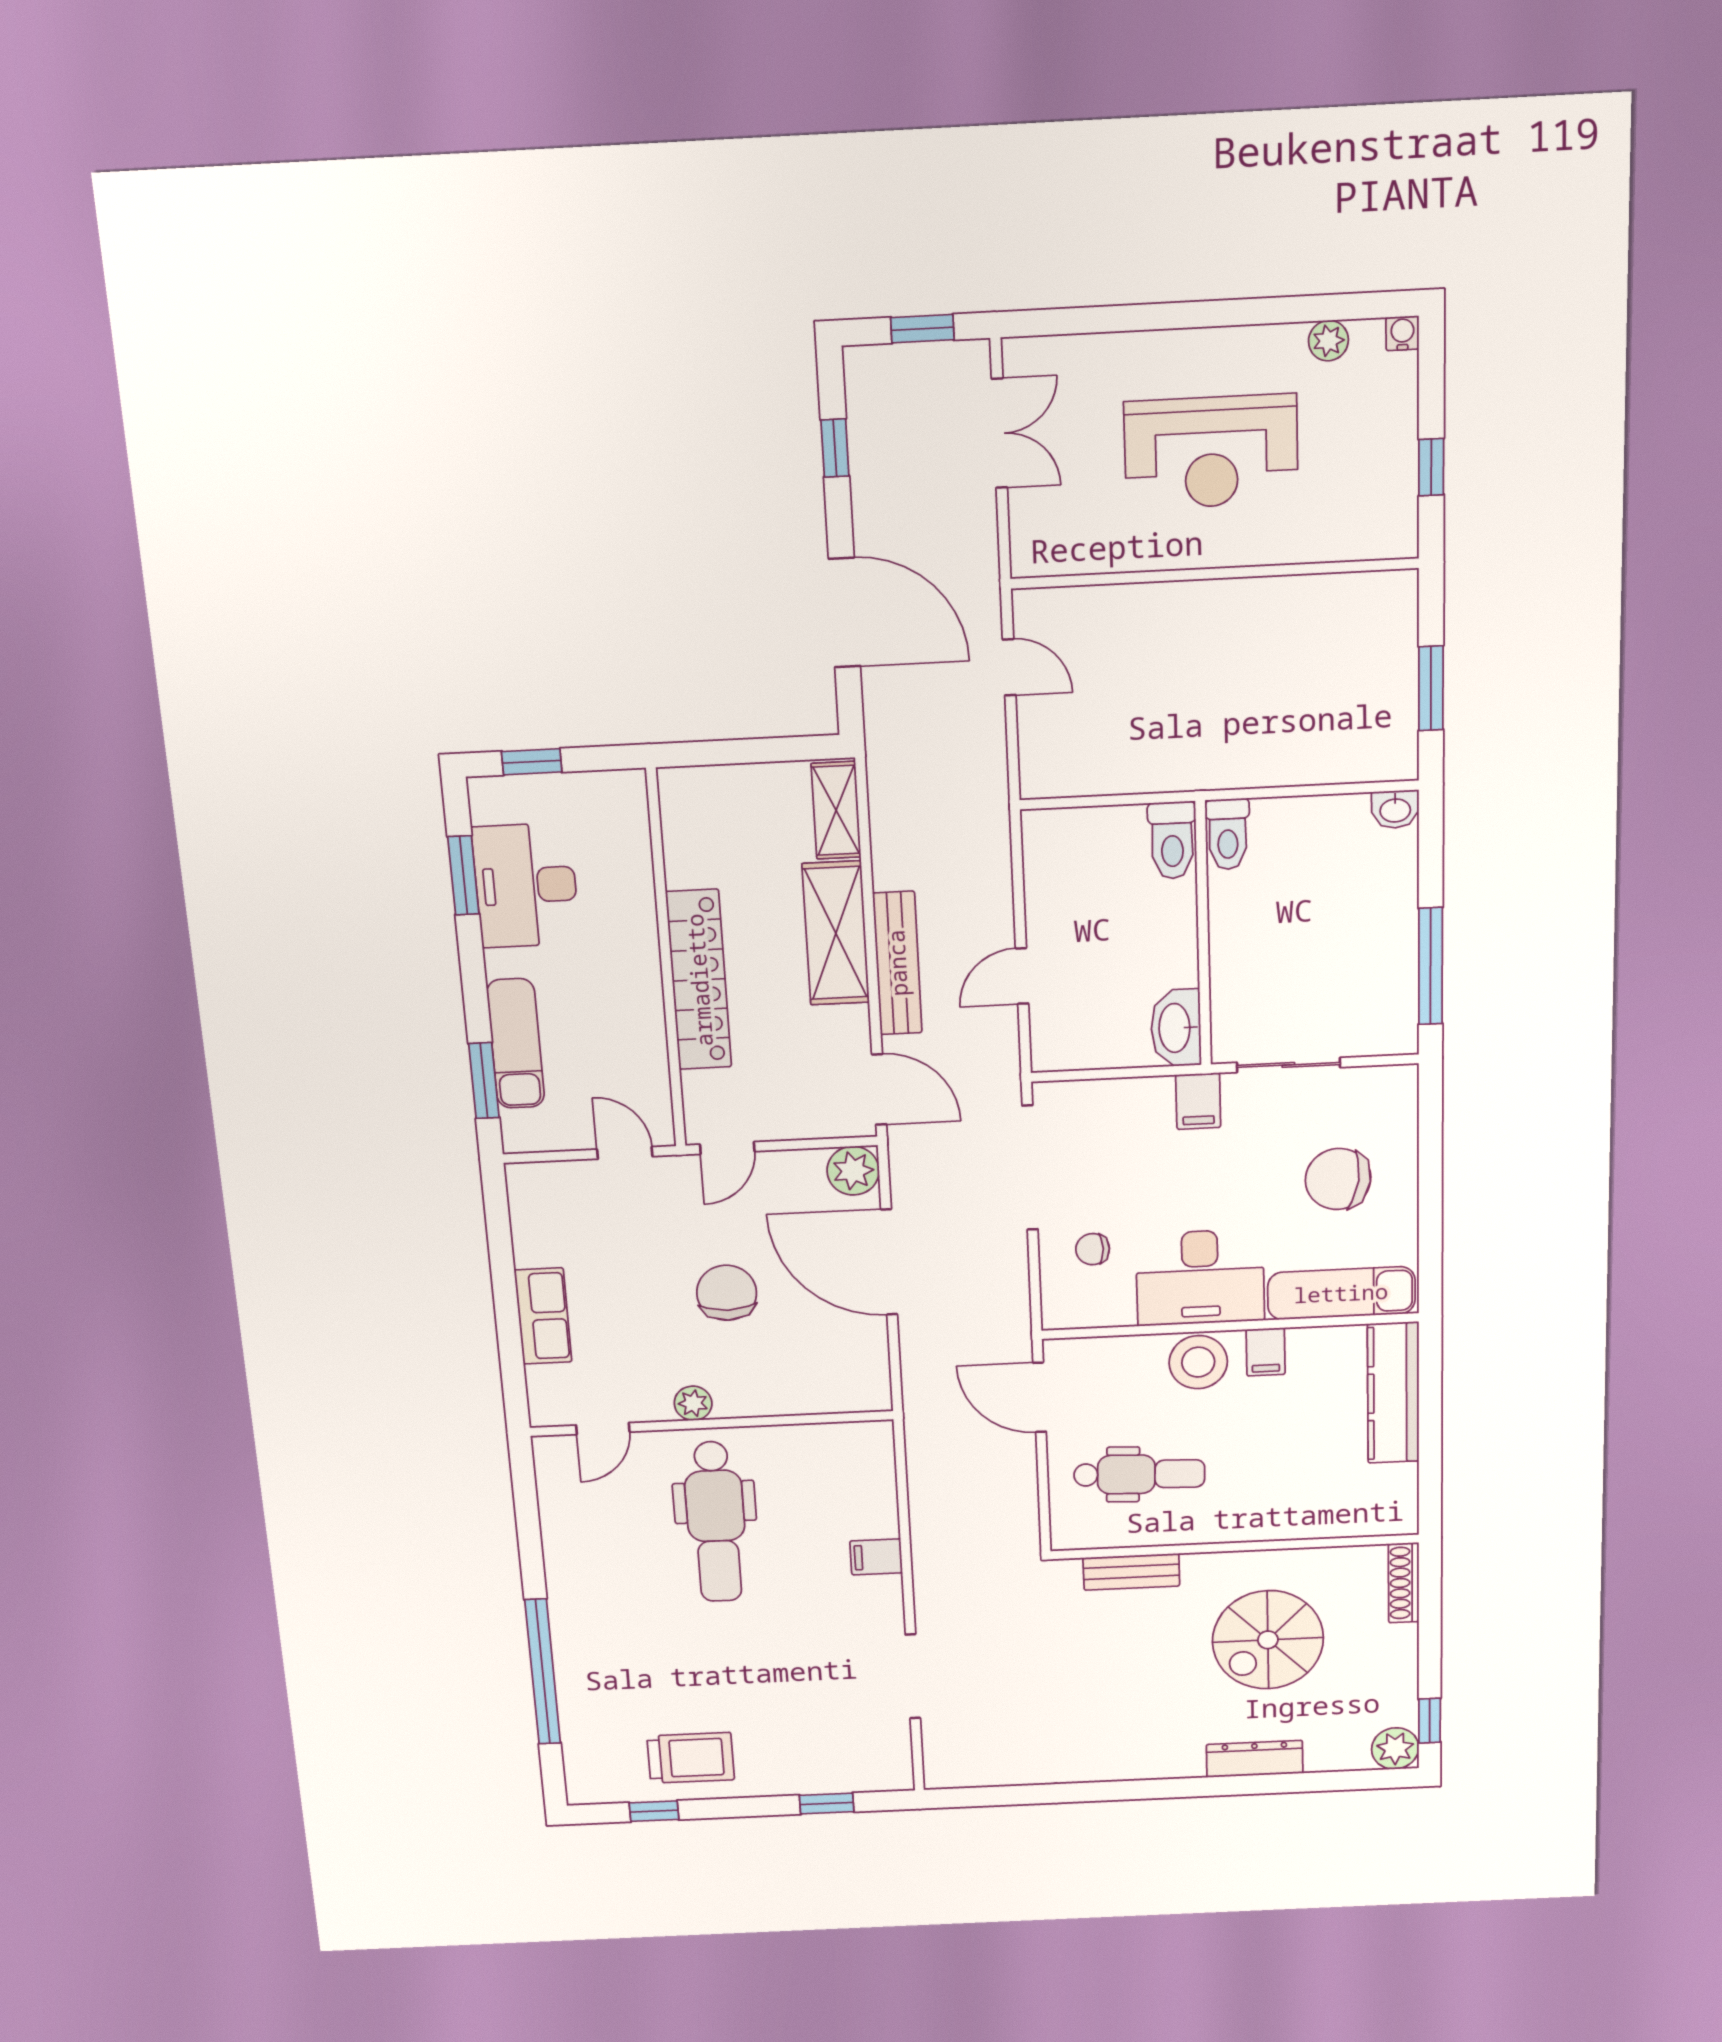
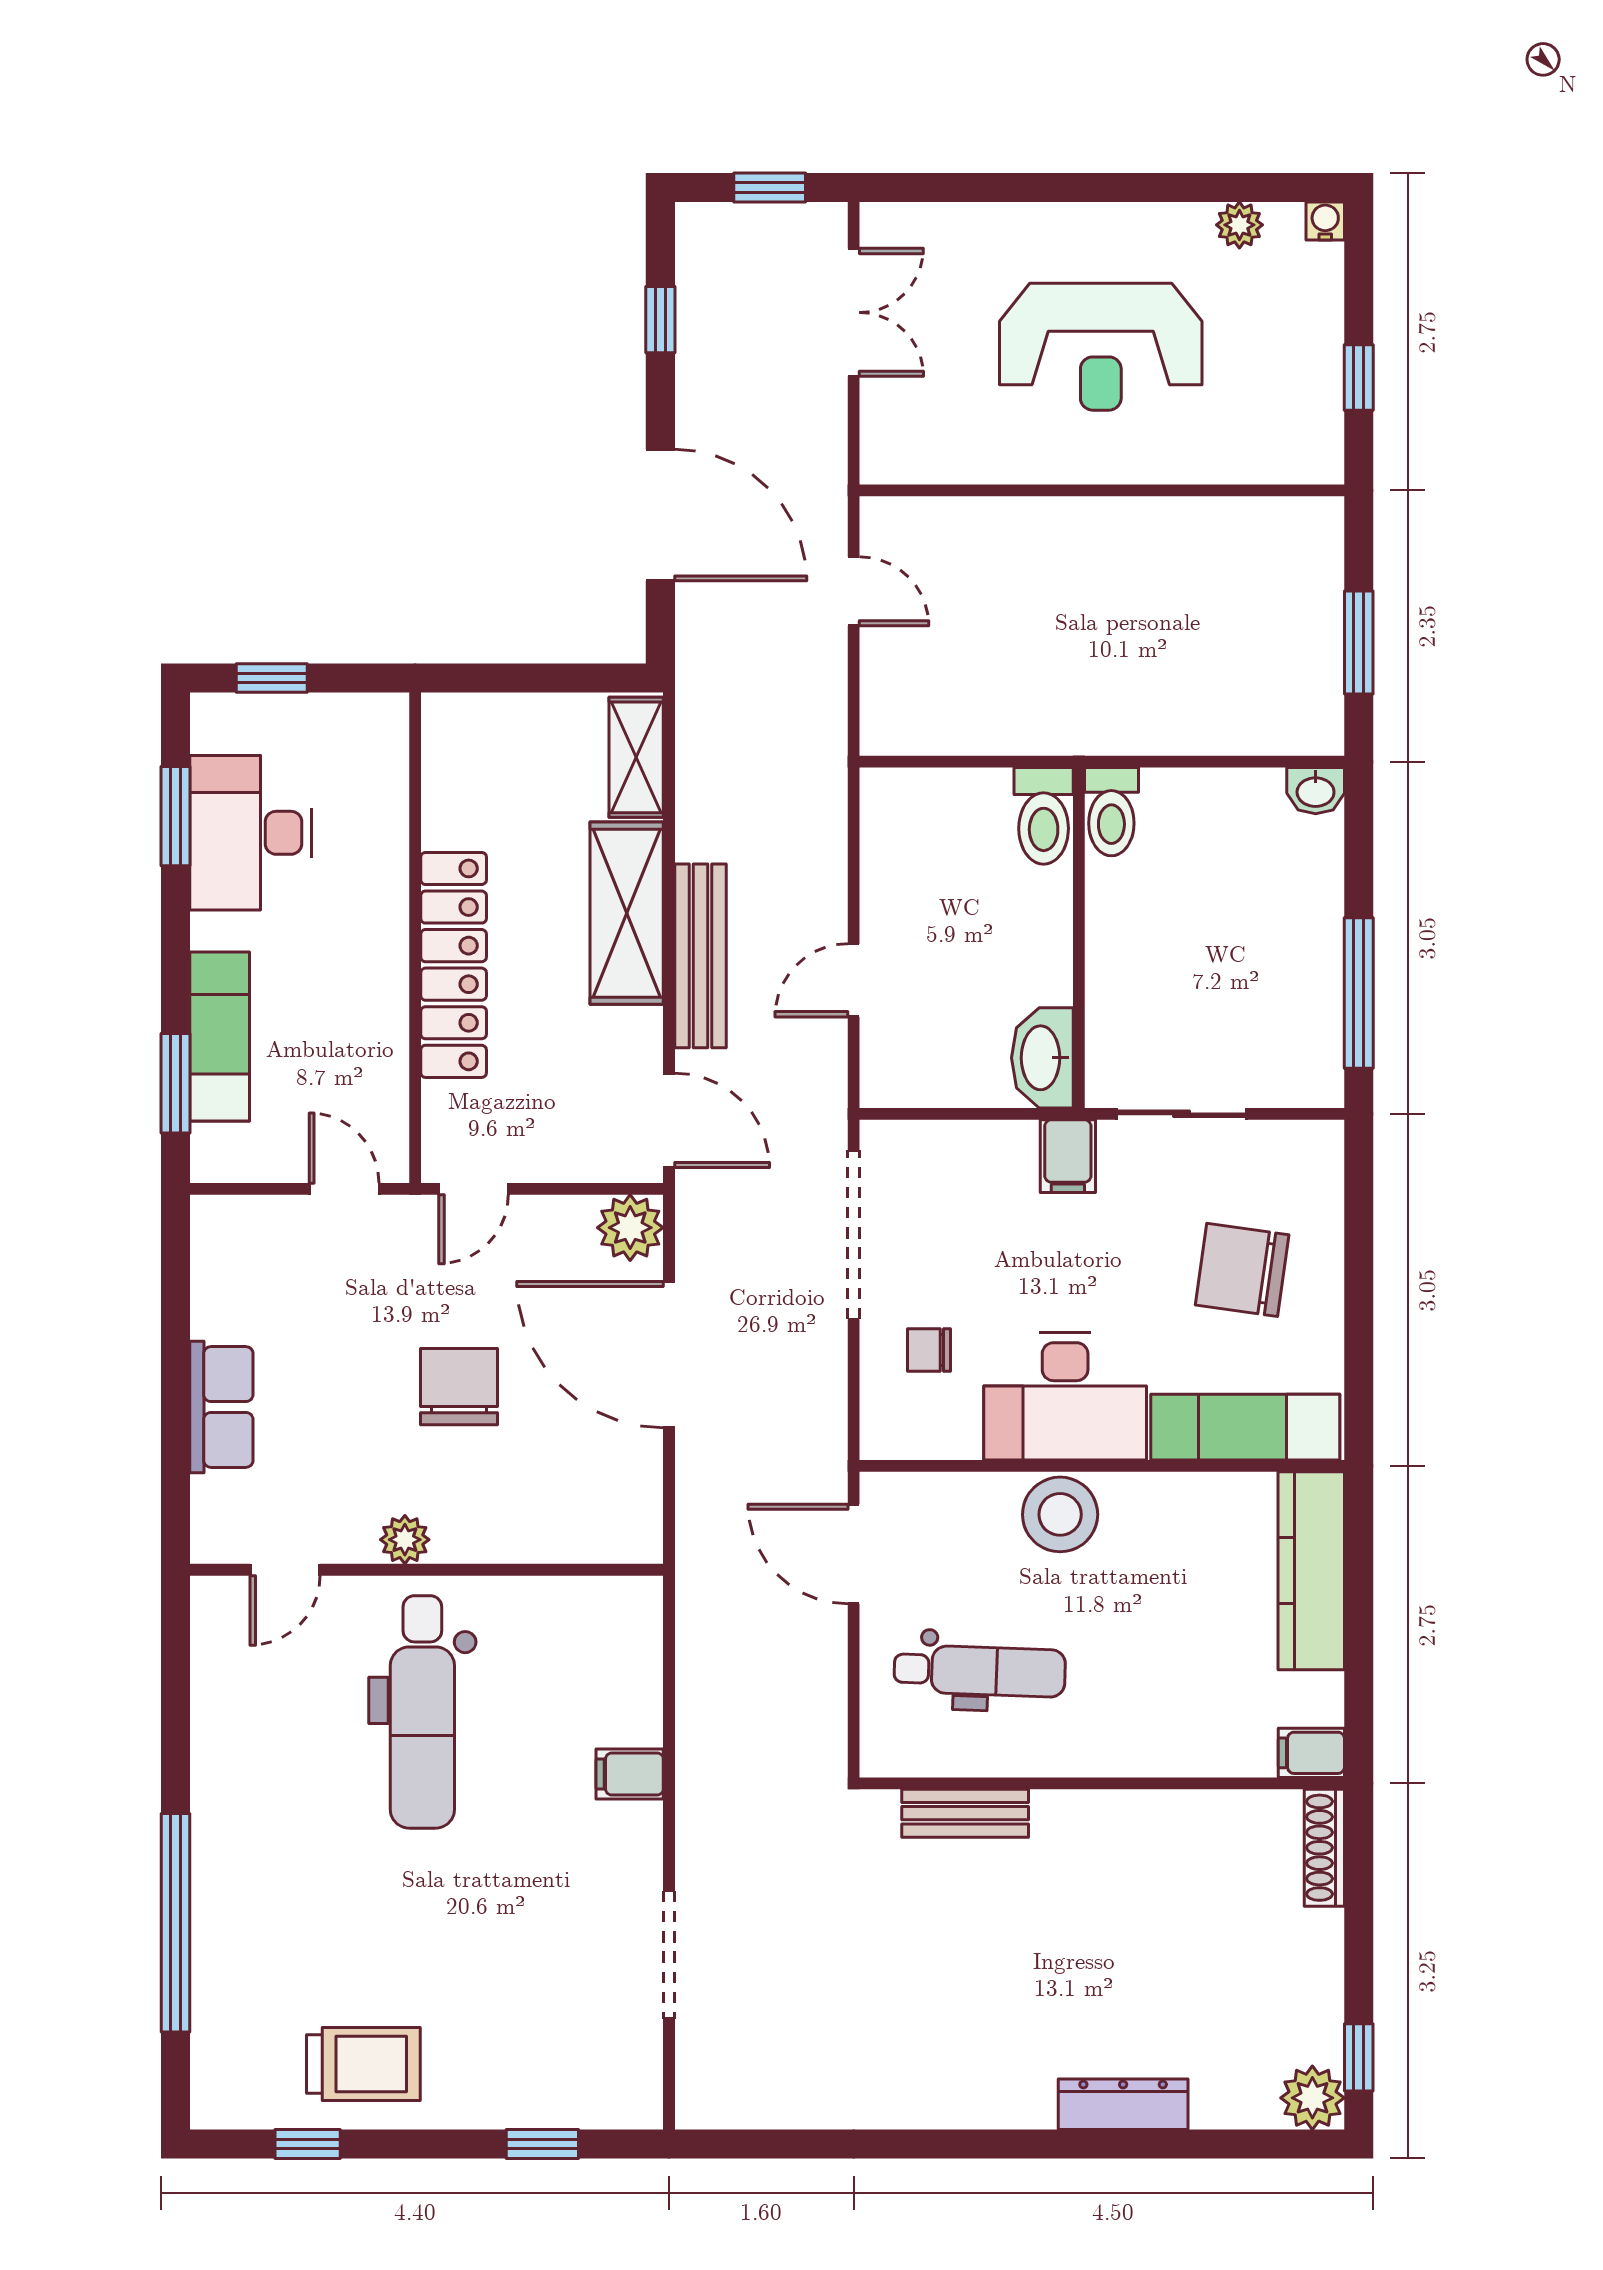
filing cabinet: (1266, 1352) -> (1311, 1753), moved, turned 90
spiral stairs: (1268, 1640) -> (1144, 1924), removed

